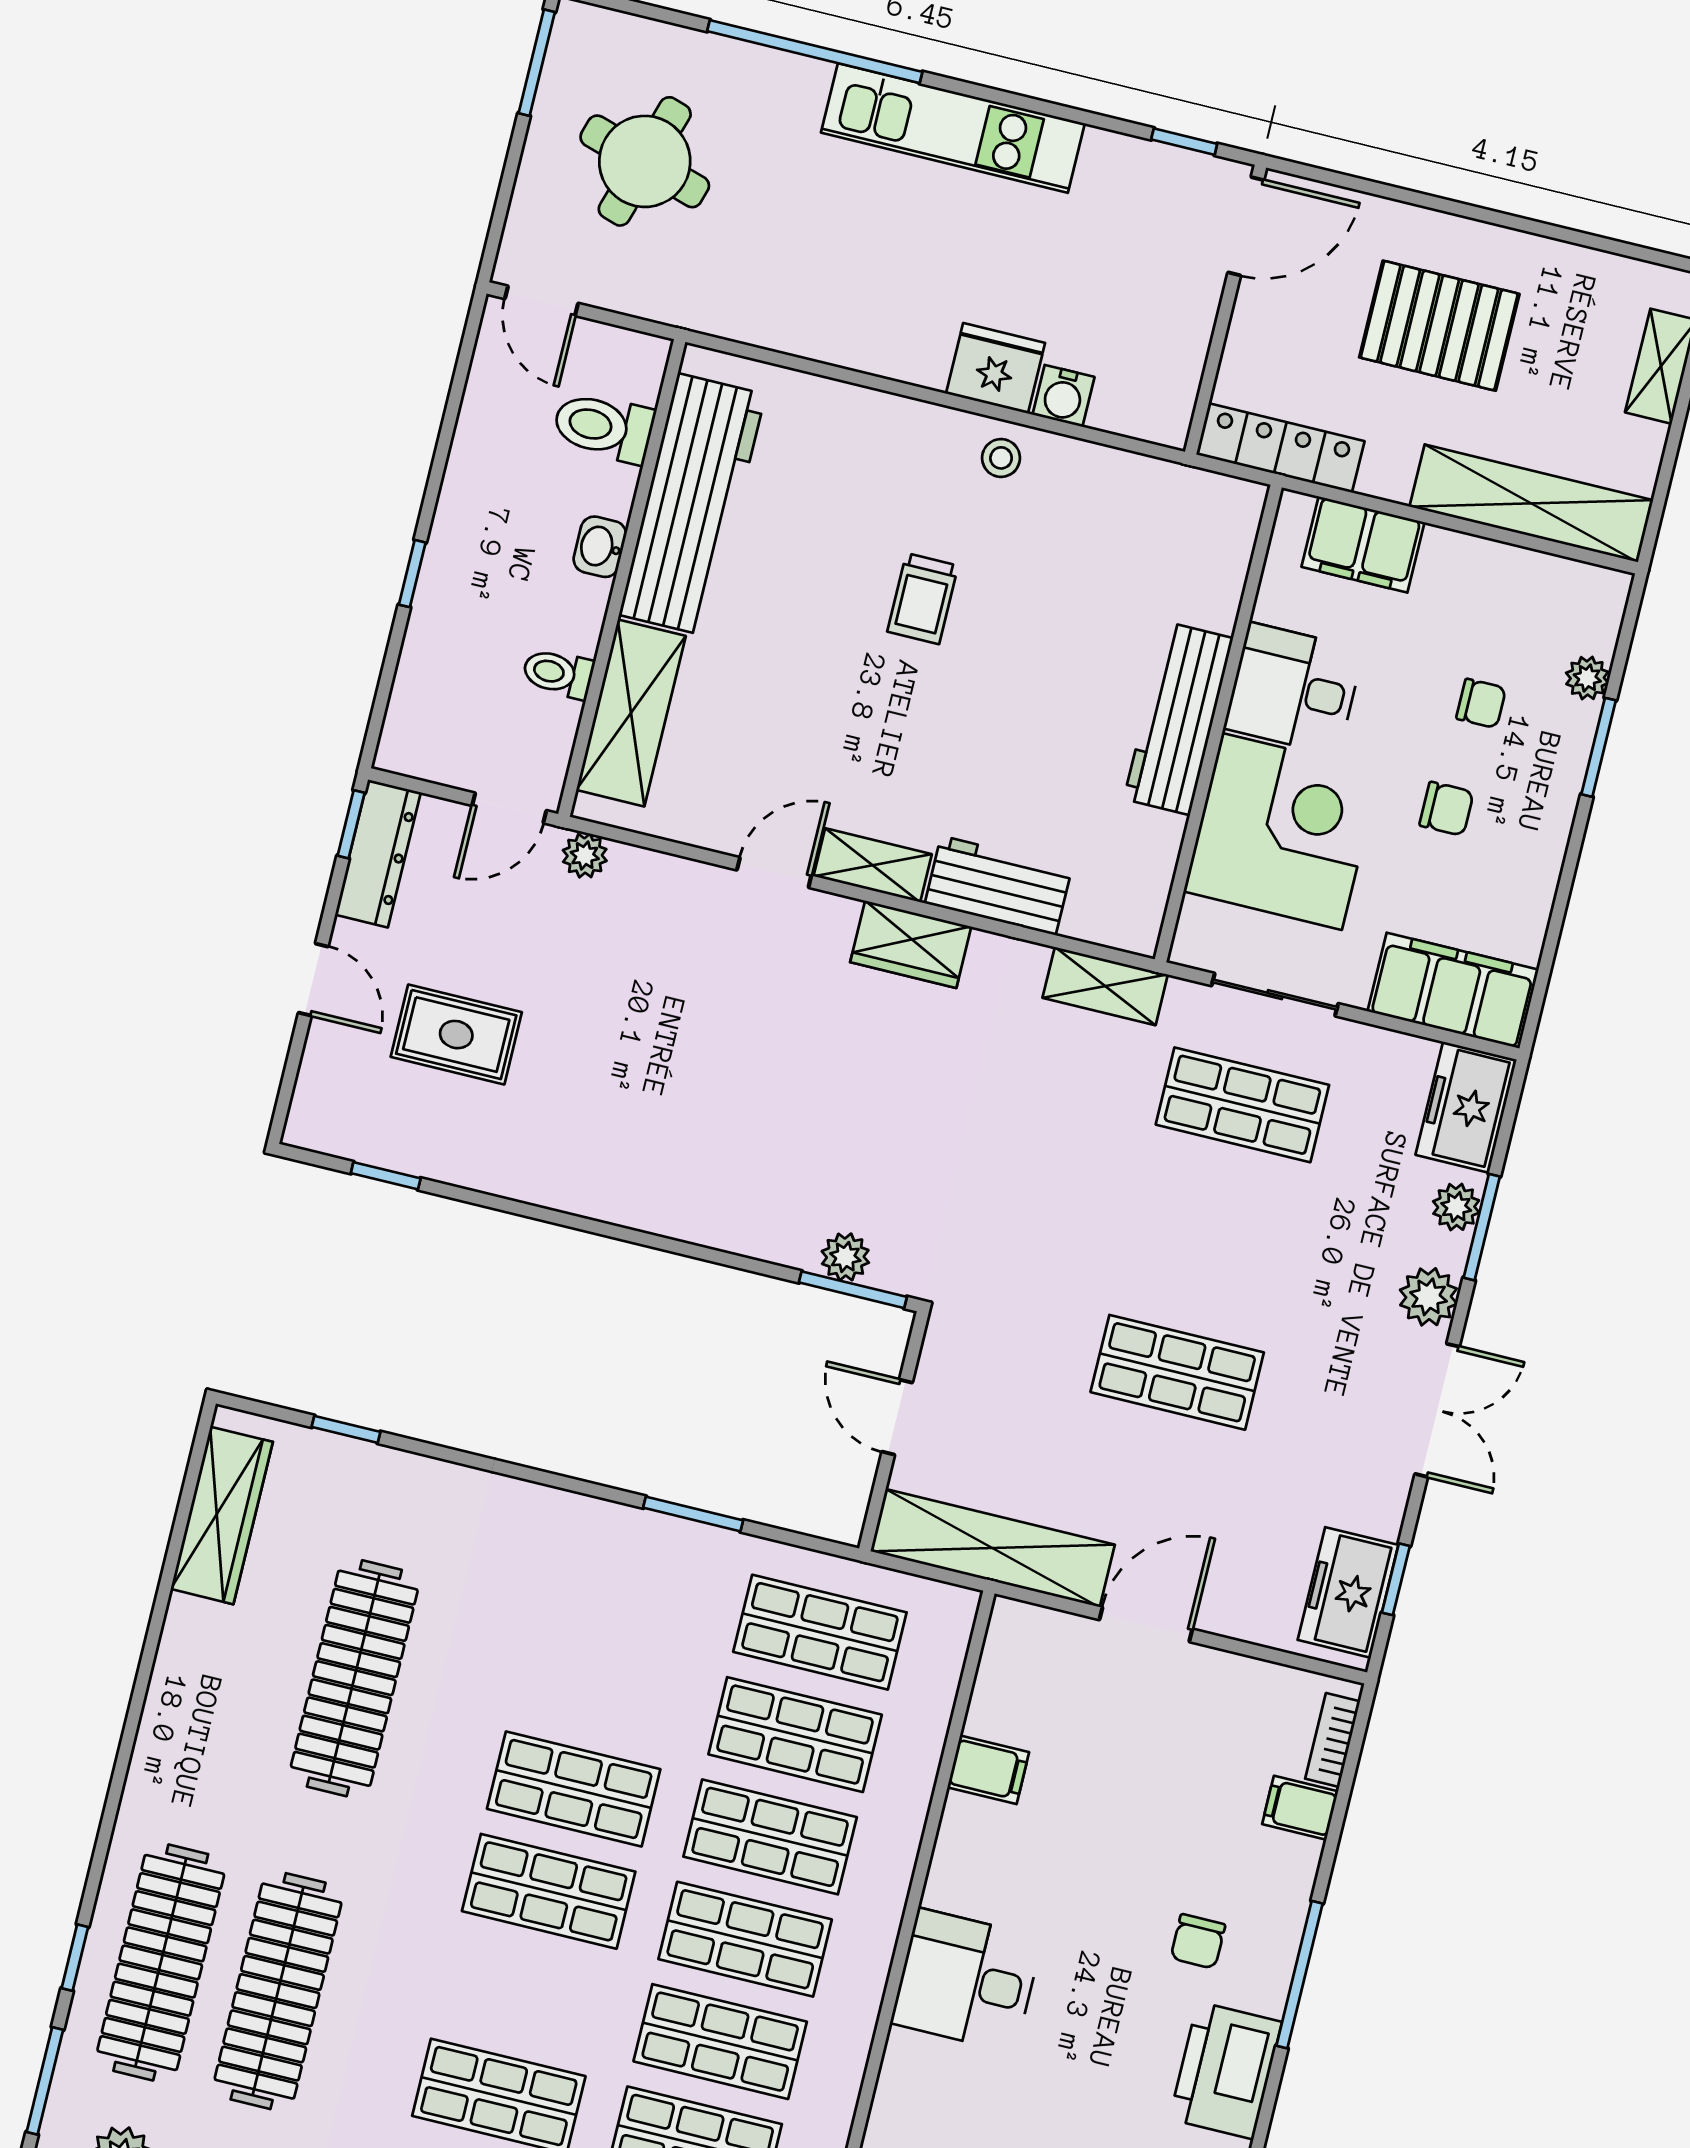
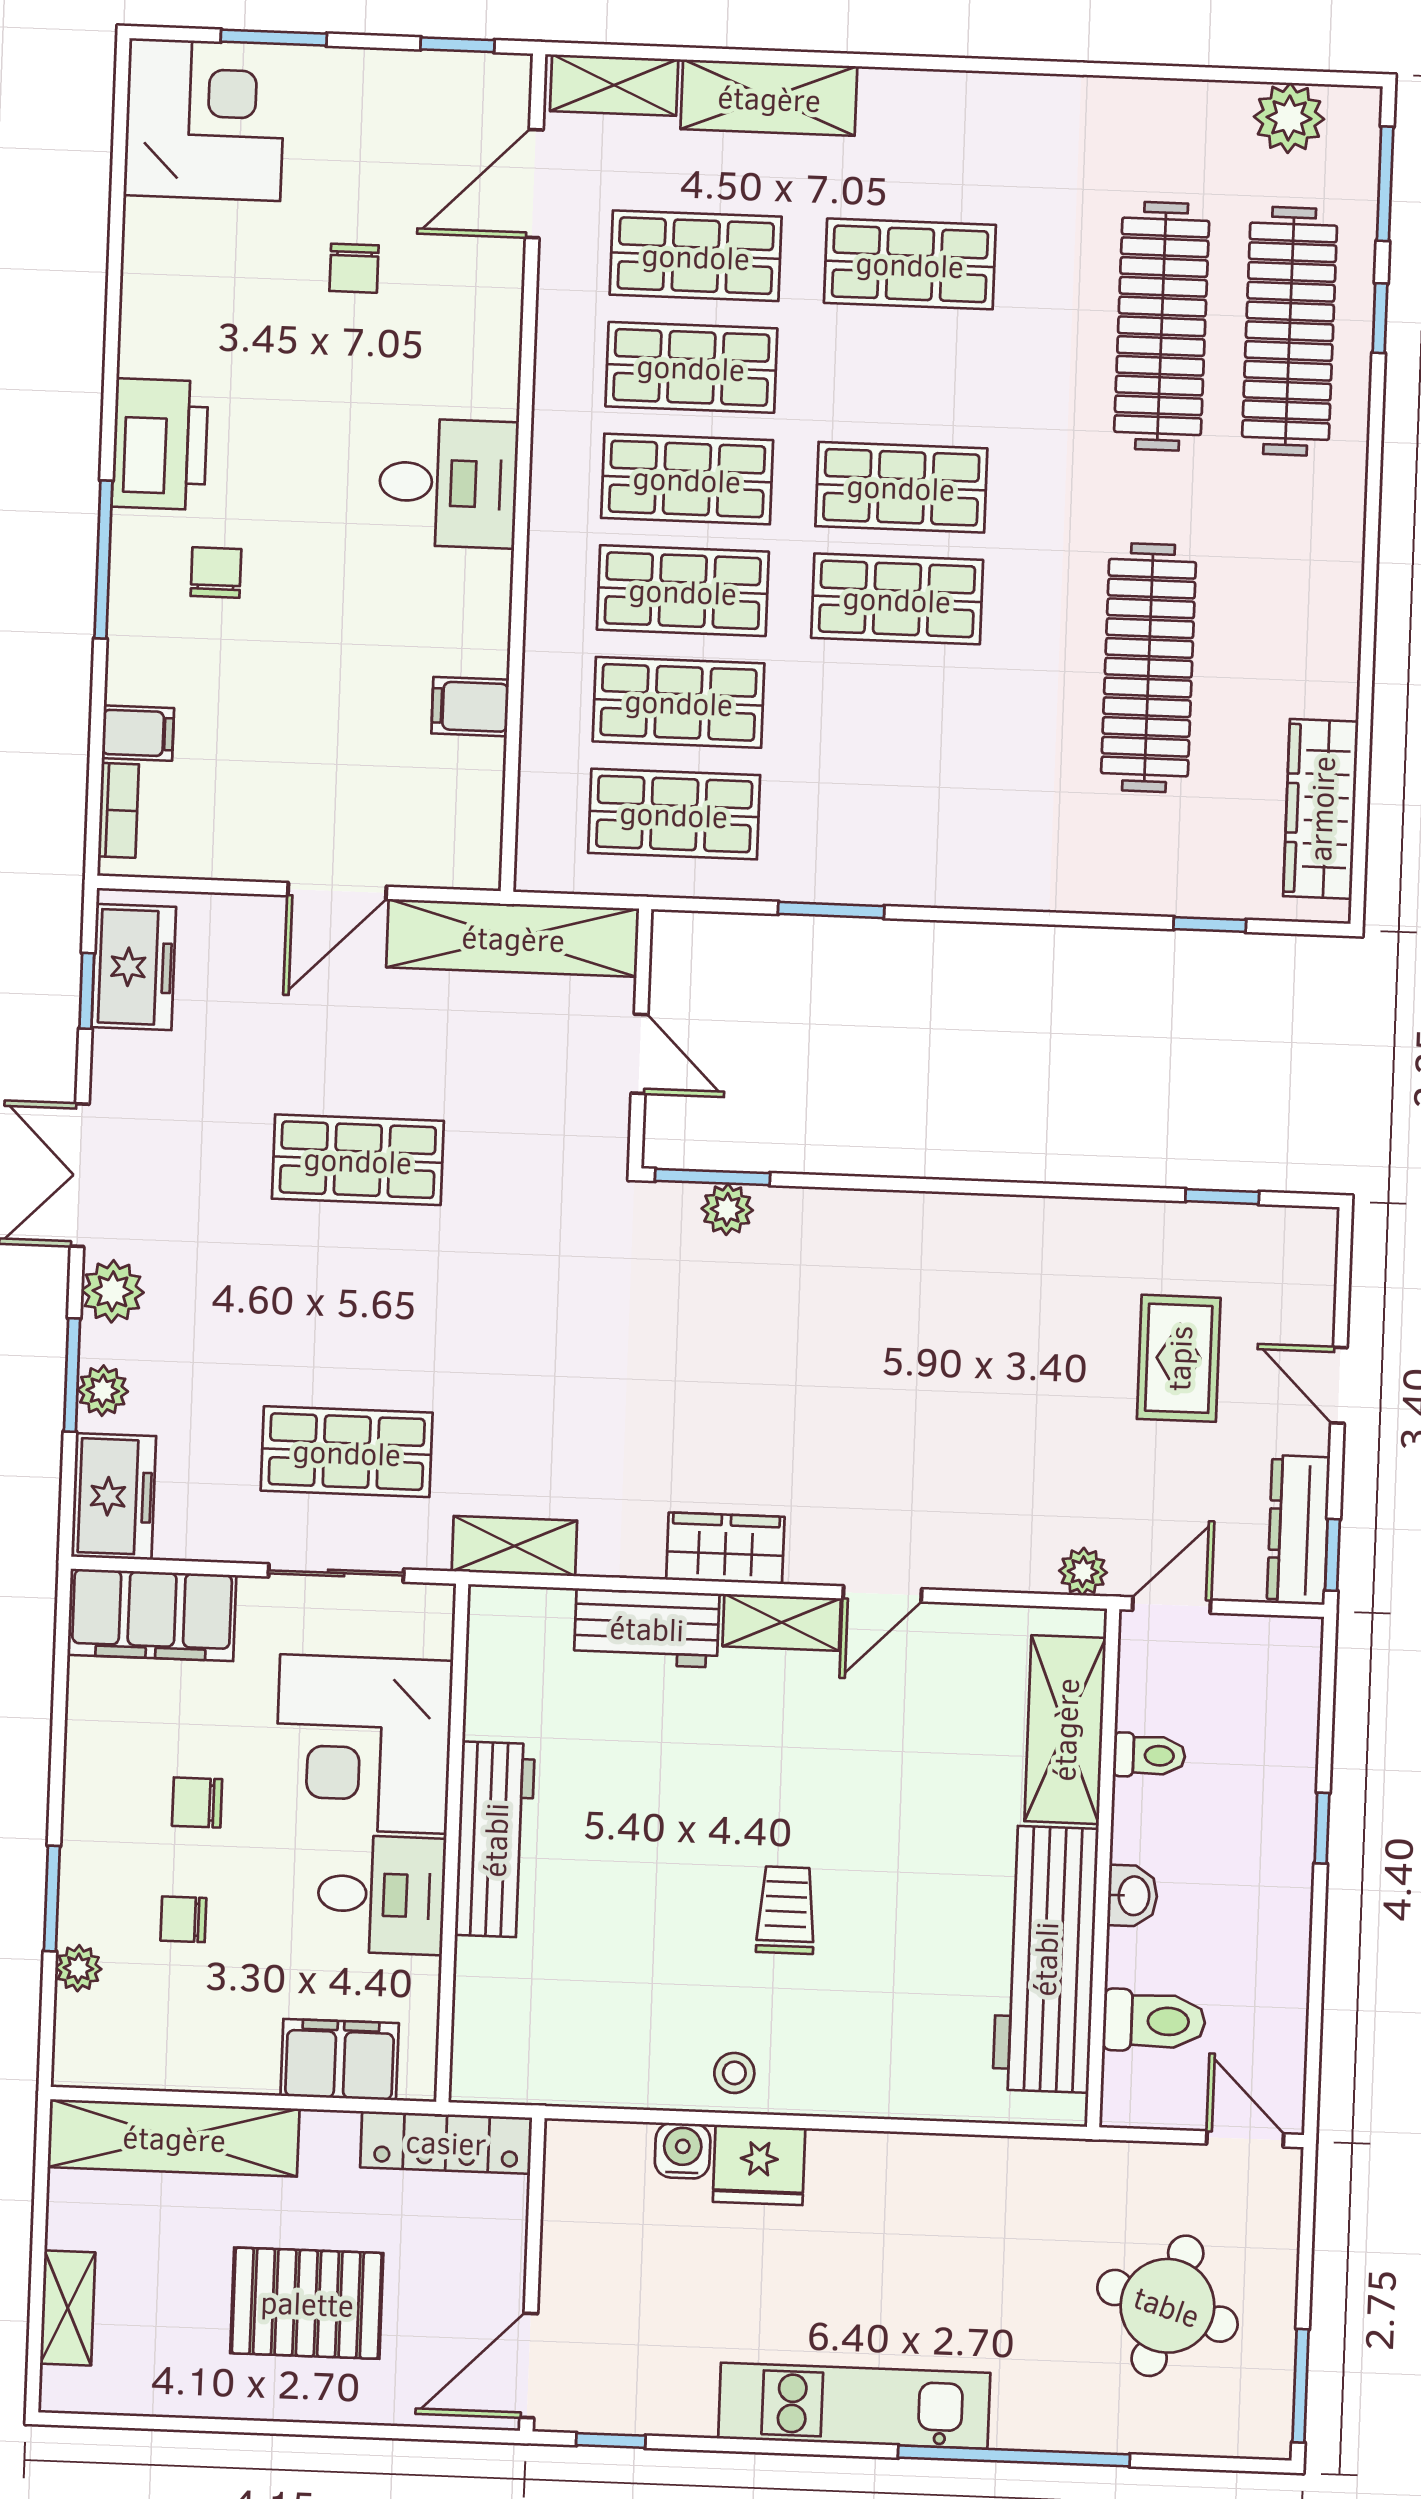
rug: (456, 1035) -> (1179, 1358), turned 90

